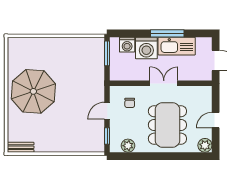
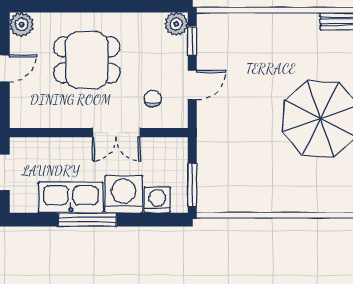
double door: (164, 83) -> (116, 133), moved
dining table: (167, 125) -> (87, 60), width x0.73
plant: (128, 146) -> (176, 24), moved

